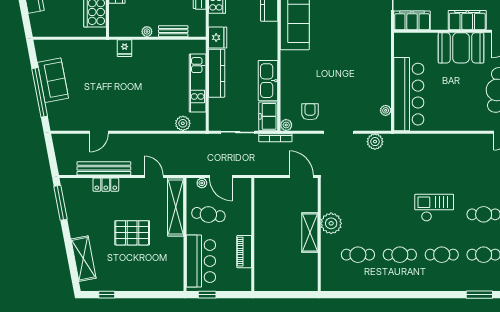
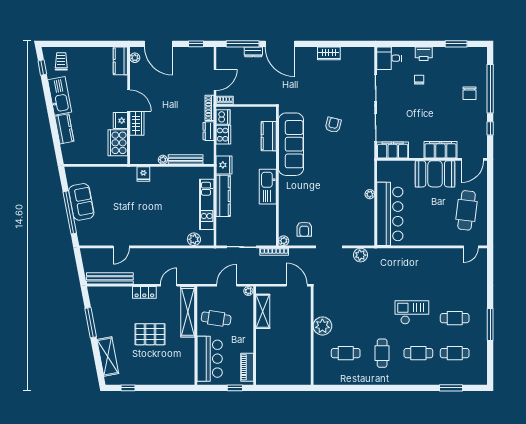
bench: (173, 31) -> (186, 159), width x1.36
kitchen sink: (268, 81) -> (268, 187), moved
plant: (386, 110) -> (370, 194), moved
armchair: (310, 112) -> (304, 229), turned 180
freezer: (268, 116) -> (268, 233), removed
bench: (104, 168) -> (110, 278), moved
door: (154, 176) -> (169, 285), hinge flipped
door: (221, 176) -> (227, 285), swing flipped
plant: (202, 183) -> (248, 291), moved
locker: (106, 185) -> (144, 292), moved
window: (61, 203) -> (91, 323), moved
shelving: (310, 233) -> (263, 311), moved
piano: (244, 252) -> (247, 367), moved
cafe table: (400, 255) -> (382, 353), turned 90
window: (207, 295) -> (235, 388), moved

